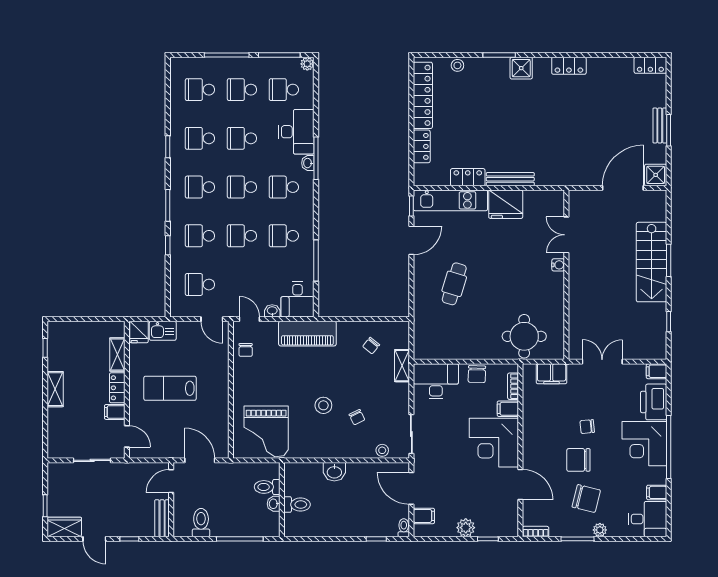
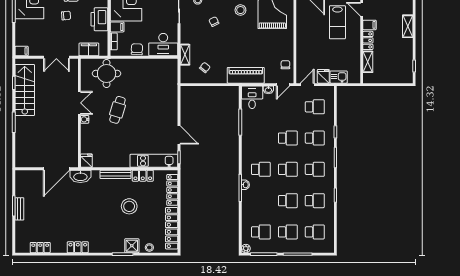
locker: (650, 65) -> (40, 248), moved
shower: (521, 68) -> (132, 246), moved
stool: (489, 129) -> (129, 206), added
desk: (296, 132) -> (253, 205), removed
locker: (422, 146) -> (172, 190), width x1.53
shower: (656, 175) -> (22, 177), removed
washbasin: (565, 176) -> (80, 176), added
door: (623, 188) -> (56, 169), moved
fridge: (506, 204) -> (86, 161), moved, width x0.53, depth x0.75
double door: (566, 235) -> (79, 103), moved
school desk: (284, 236) -> (261, 138), removed
door: (411, 240) -> (179, 135), swing flipped
stairs: (652, 262) -> (25, 90), moved
cafe table: (454, 284) -> (117, 110), moved
door: (212, 319) -> (307, 85), hinge flipped
door: (249, 319) -> (283, 85), hinge flipped
fridge: (139, 332) -> (323, 76), moved
lab bench: (170, 388) -> (337, 22), moved, turned 90
shelving: (55, 389) -> (408, 26), moved
printer: (654, 402) -> (99, 19), moved, turned 180
stool: (323, 405) -> (240, 10), moved

